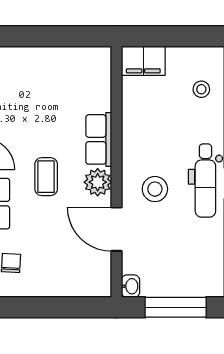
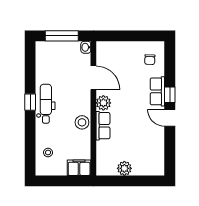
plant: (58, 60) -> (124, 168), added
coffee table: (46, 177) -> (131, 106), removed
stool: (155, 189) -> (82, 122), moved

